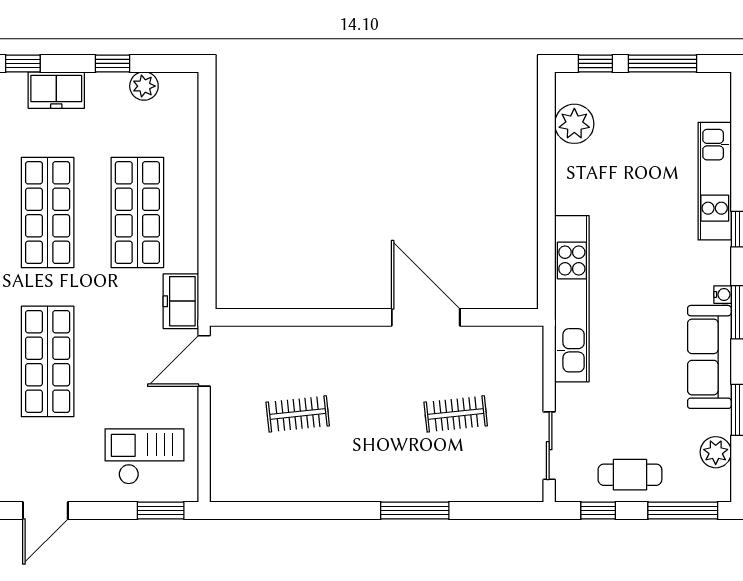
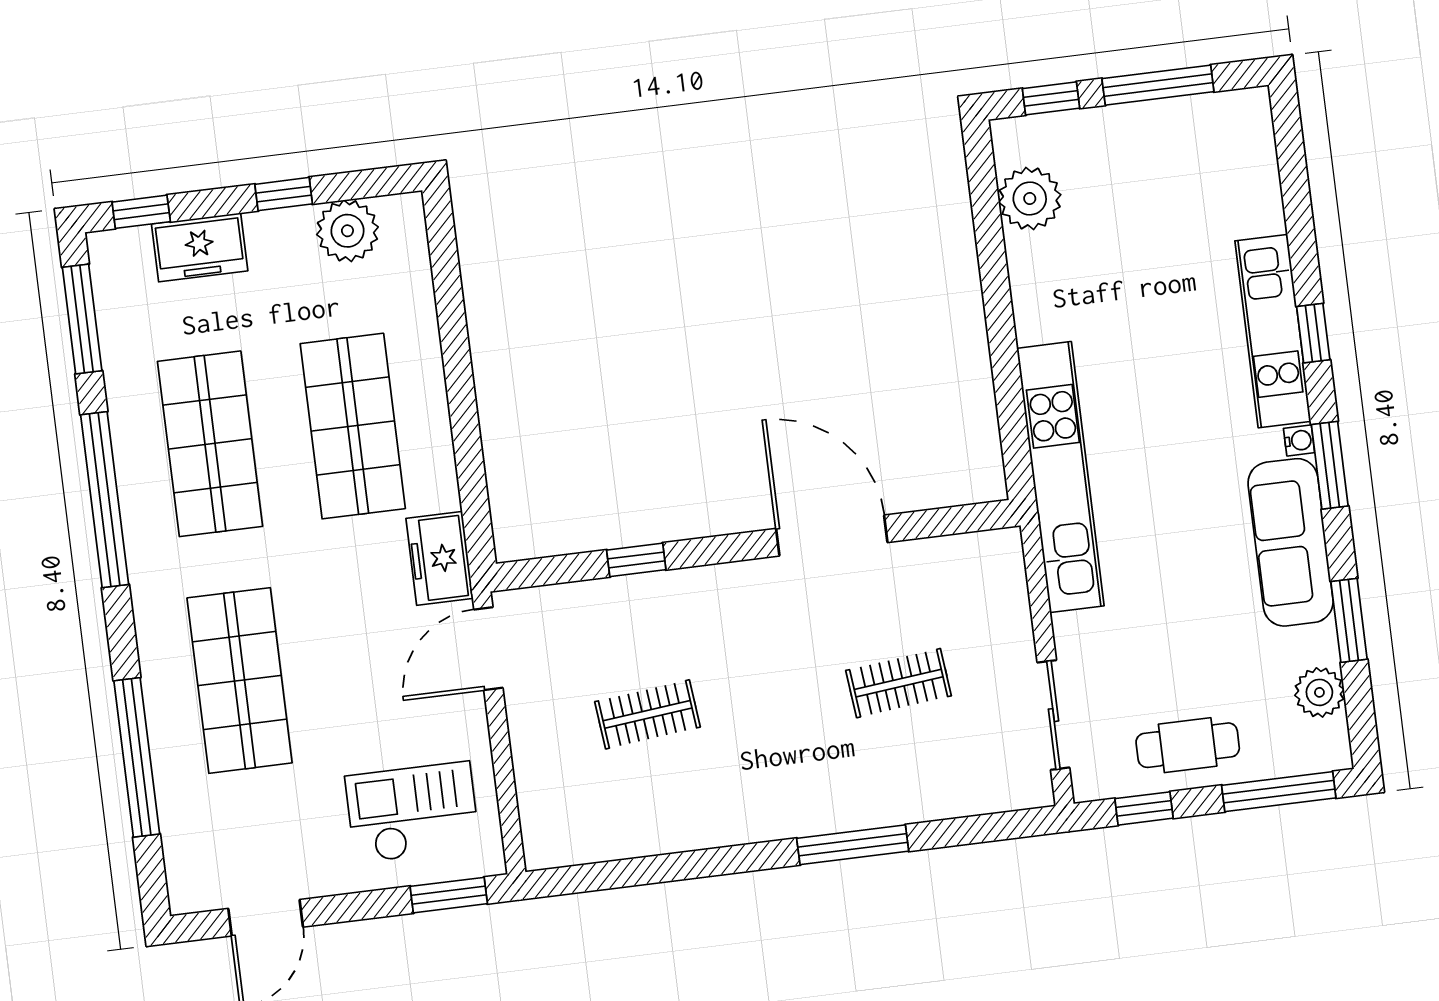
plant: (144, 86) -> (347, 231), width x1.36, depth x1.36
kitchen unit: (715, 181) -> (1273, 331), moved
window: (303, 317) -> (636, 560), added

